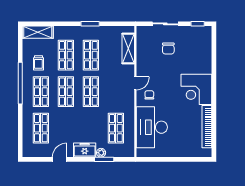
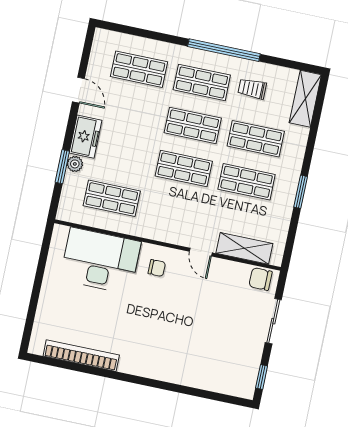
chair: (168, 48) -> (261, 279), moved
door: (135, 83) -> (201, 252), moved
corner desk: (196, 89) -> (149, 351), removed

